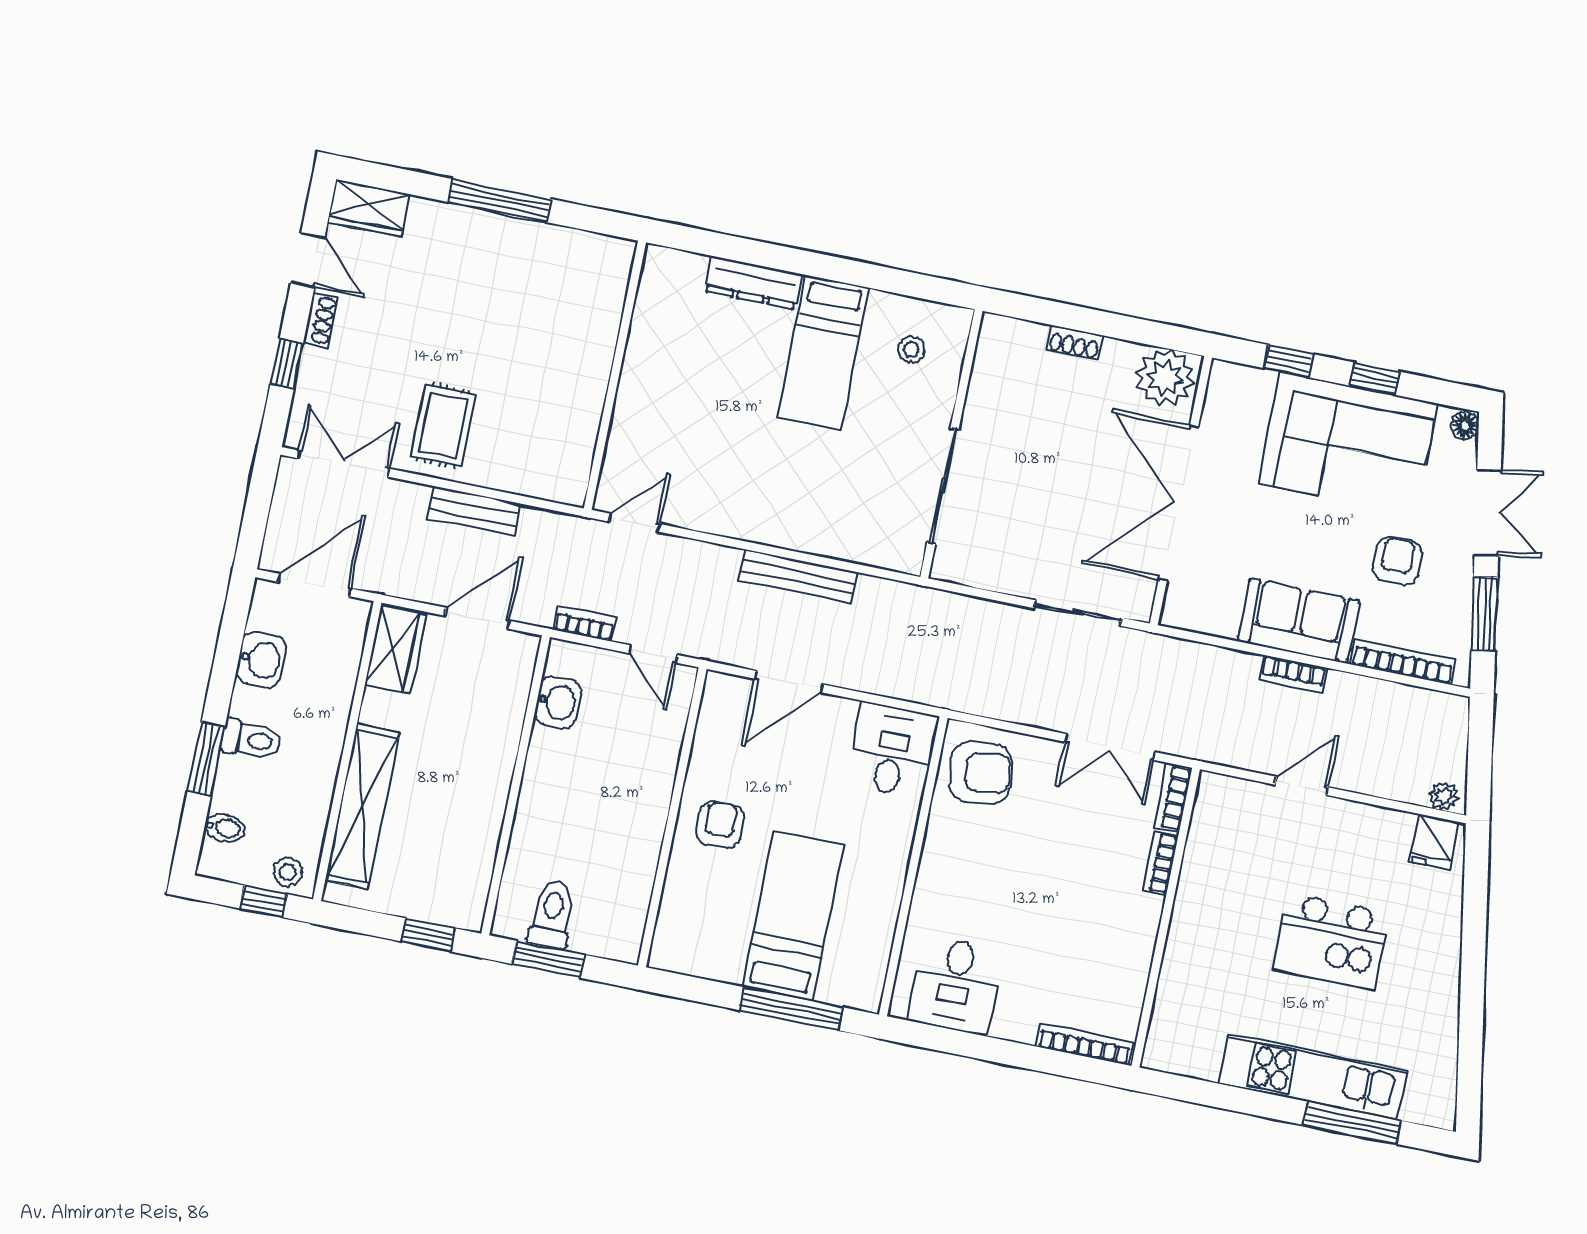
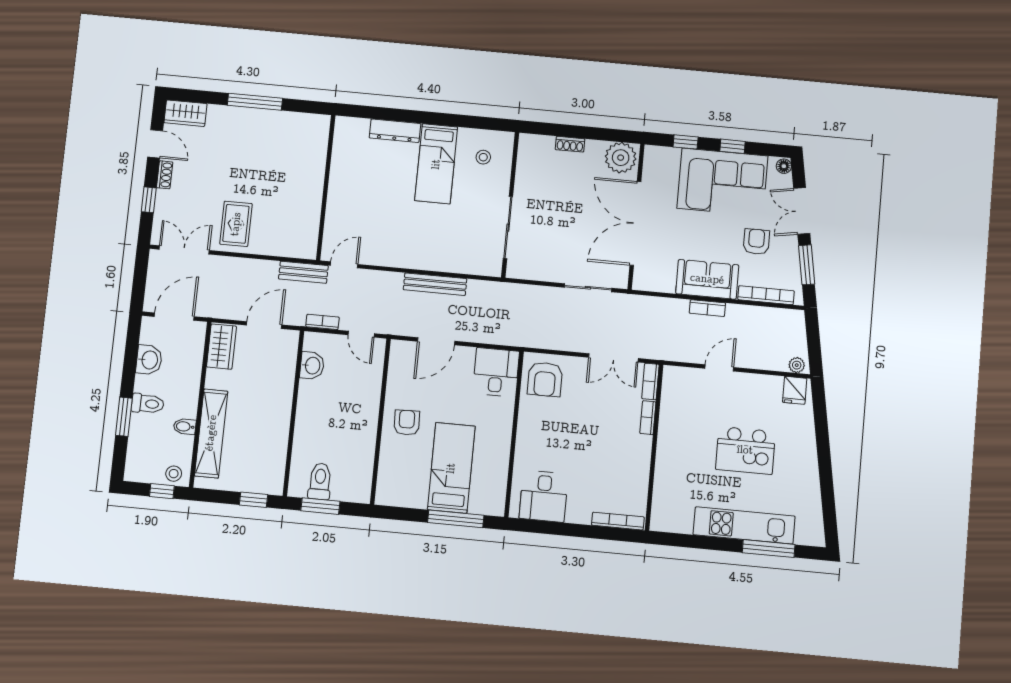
bench: (474, 511) -> (303, 272), moved
double door: (1488, 513) -> (802, 211), swing flipped
armchair: (981, 773) -> (545, 379), turned 98
bidet: (224, 828) -> (185, 427), moved, turned 180

